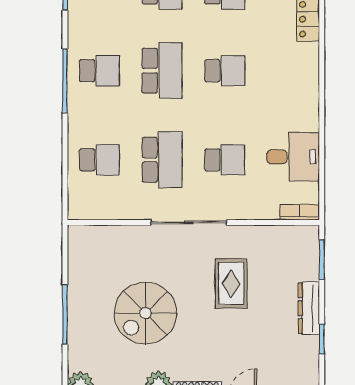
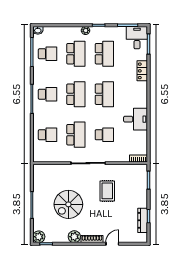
school desk: (225, 71) -> (104, 94), width x1.85
desk: (293, 157) -> (136, 119), moved
dresser: (309, 308) -> (143, 220), moved

